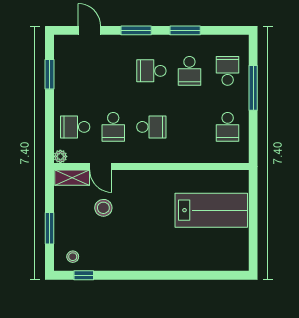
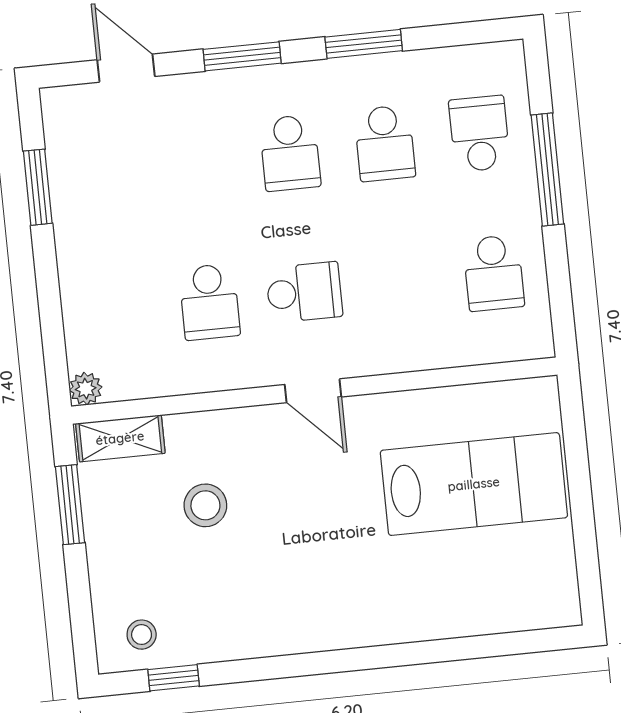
school desk: (151, 71) -> (290, 153), turned -90
school desk: (75, 127) -> (115, 312), removed
door: (101, 167) -> (313, 391), moved
window: (49, 228) -> (70, 505), moved

